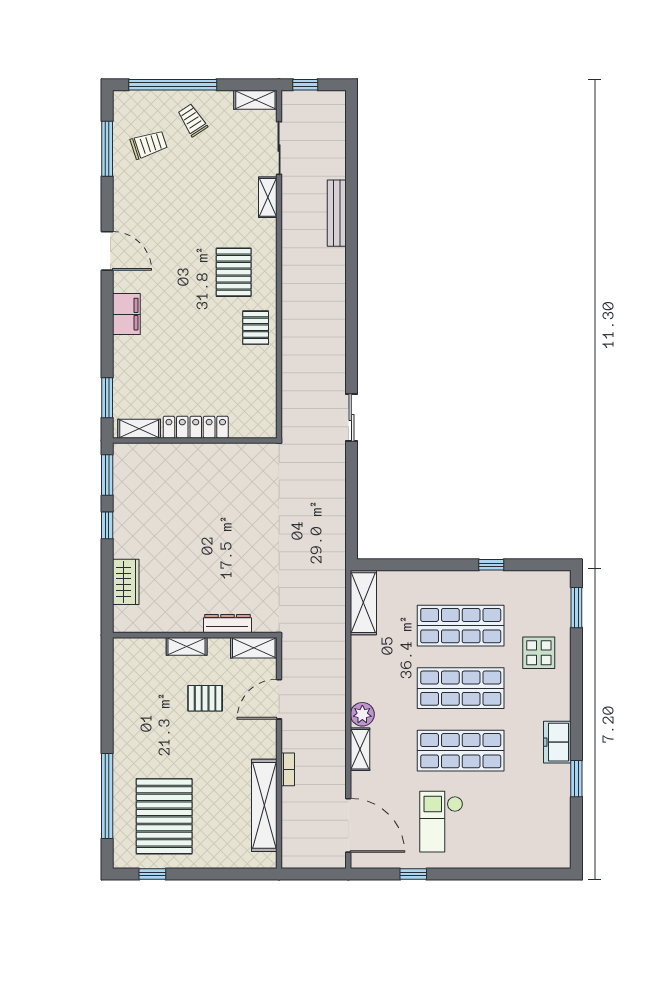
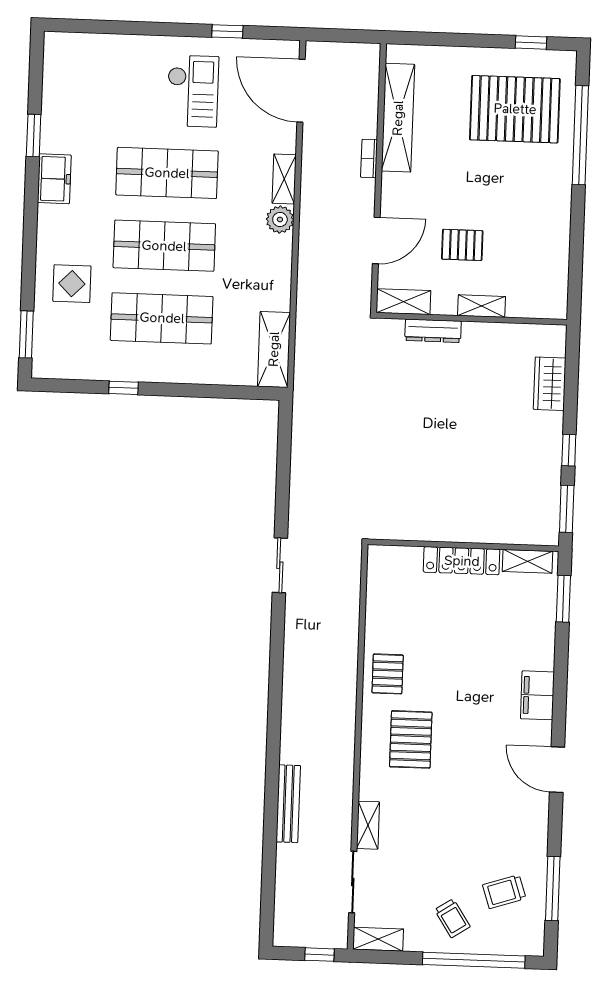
pallet: (164, 816) -> (515, 109), turned 90

